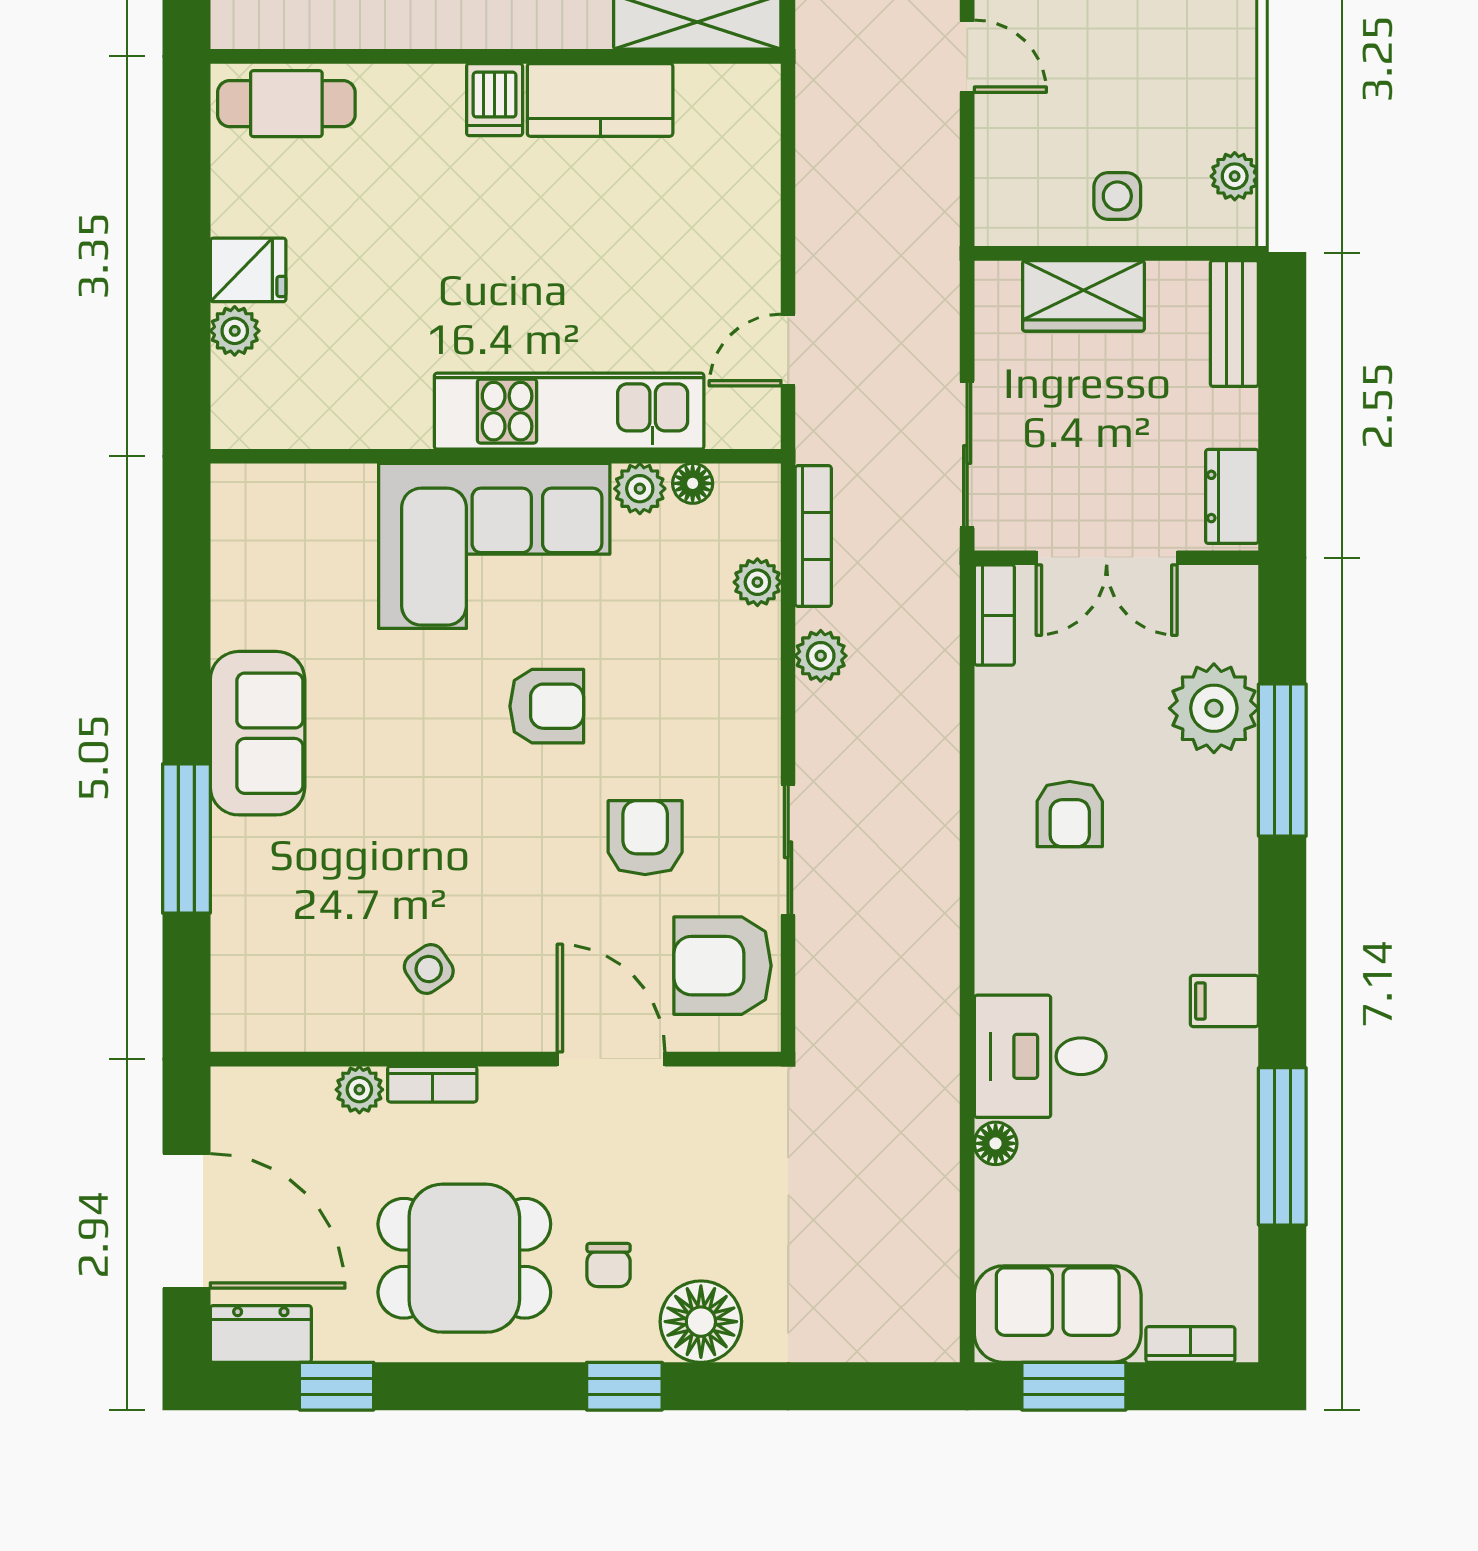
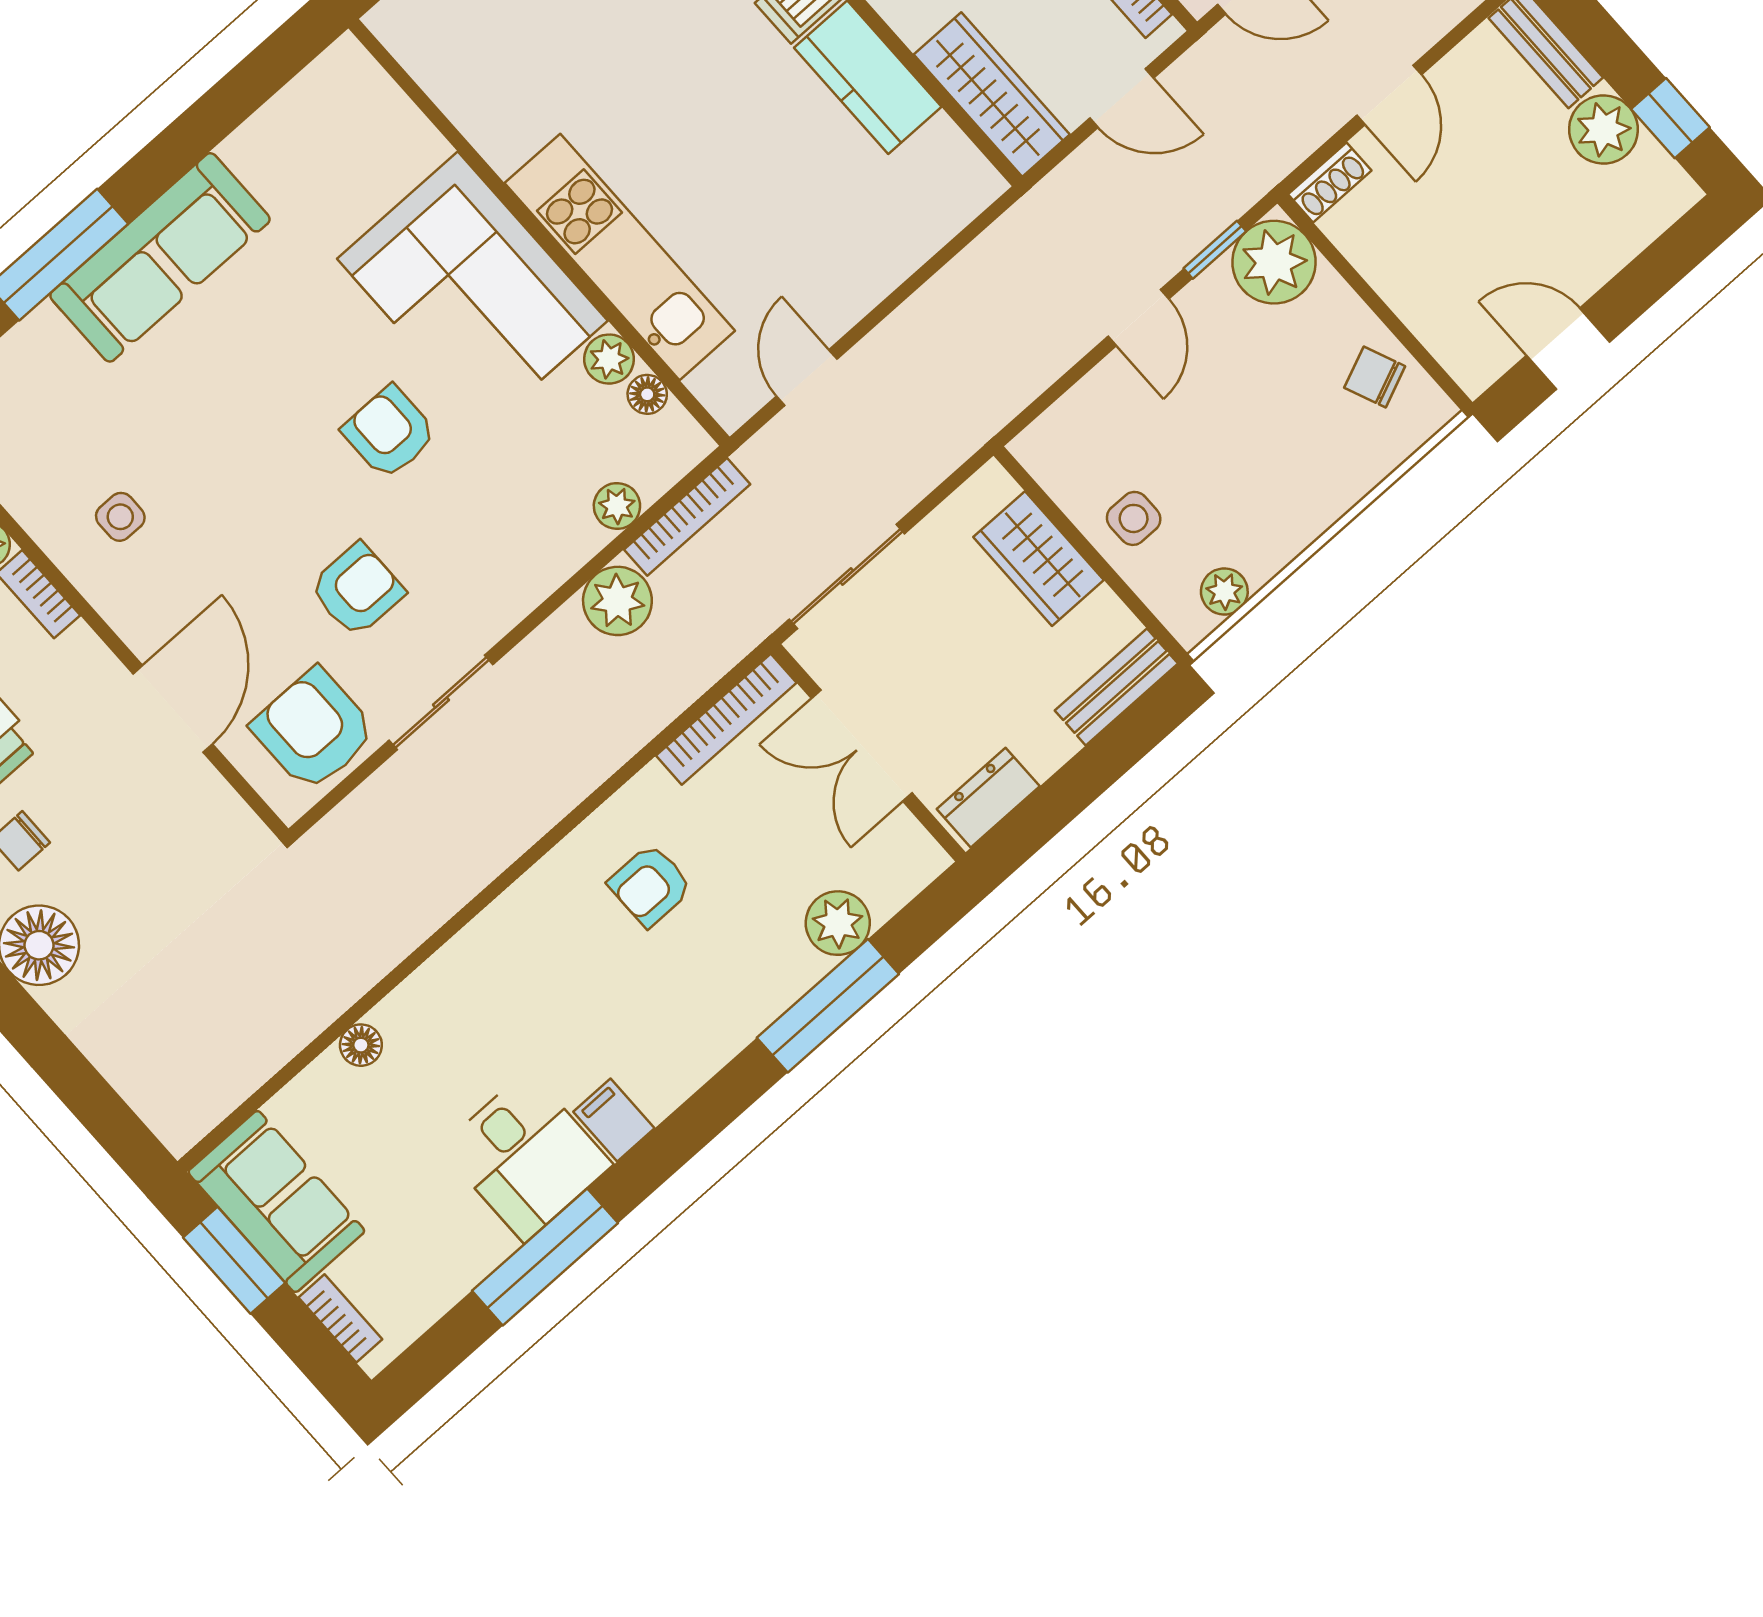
door: (788, 350) -> (807, 378), hinge flipped
bookcase: (994, 615) -> (726, 719), width x1.56
plant: (821, 656) -> (617, 601), width x1.38, depth x1.38
armchair: (547, 706) -> (389, 432), turned 180
plant: (1214, 708) -> (838, 923), width x0.73, depth x0.73
sofa: (258, 733) -> (160, 257), width x1.36
side table: (429, 969) -> (120, 517), turned 34
desk: (1040, 1056) -> (526, 1156), moved, turned 180

